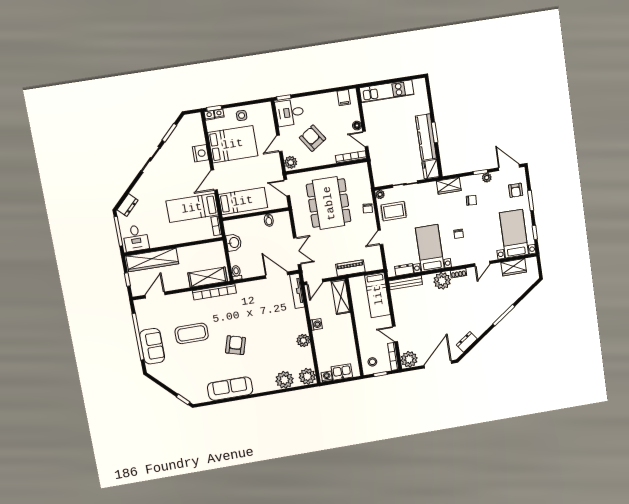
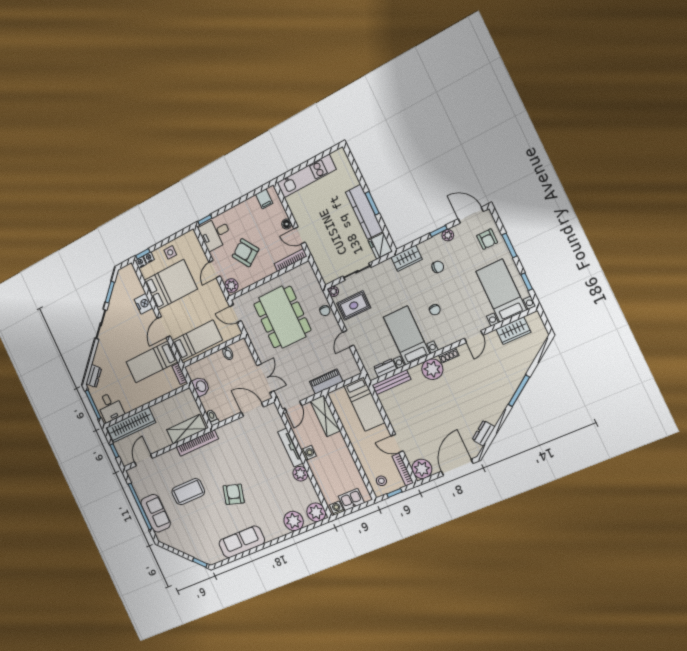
tv unit: (297, 291) -> (290, 447), moved

